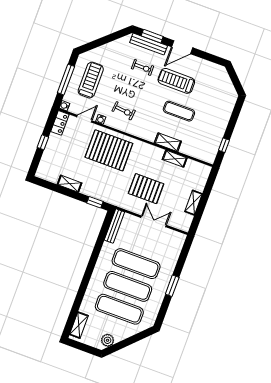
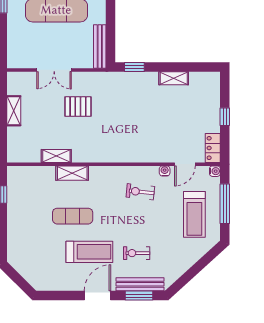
pallet: (109, 150) -> (140, 137), removed
pallet: (146, 189) -> (78, 107), width x0.67, depth x0.71

